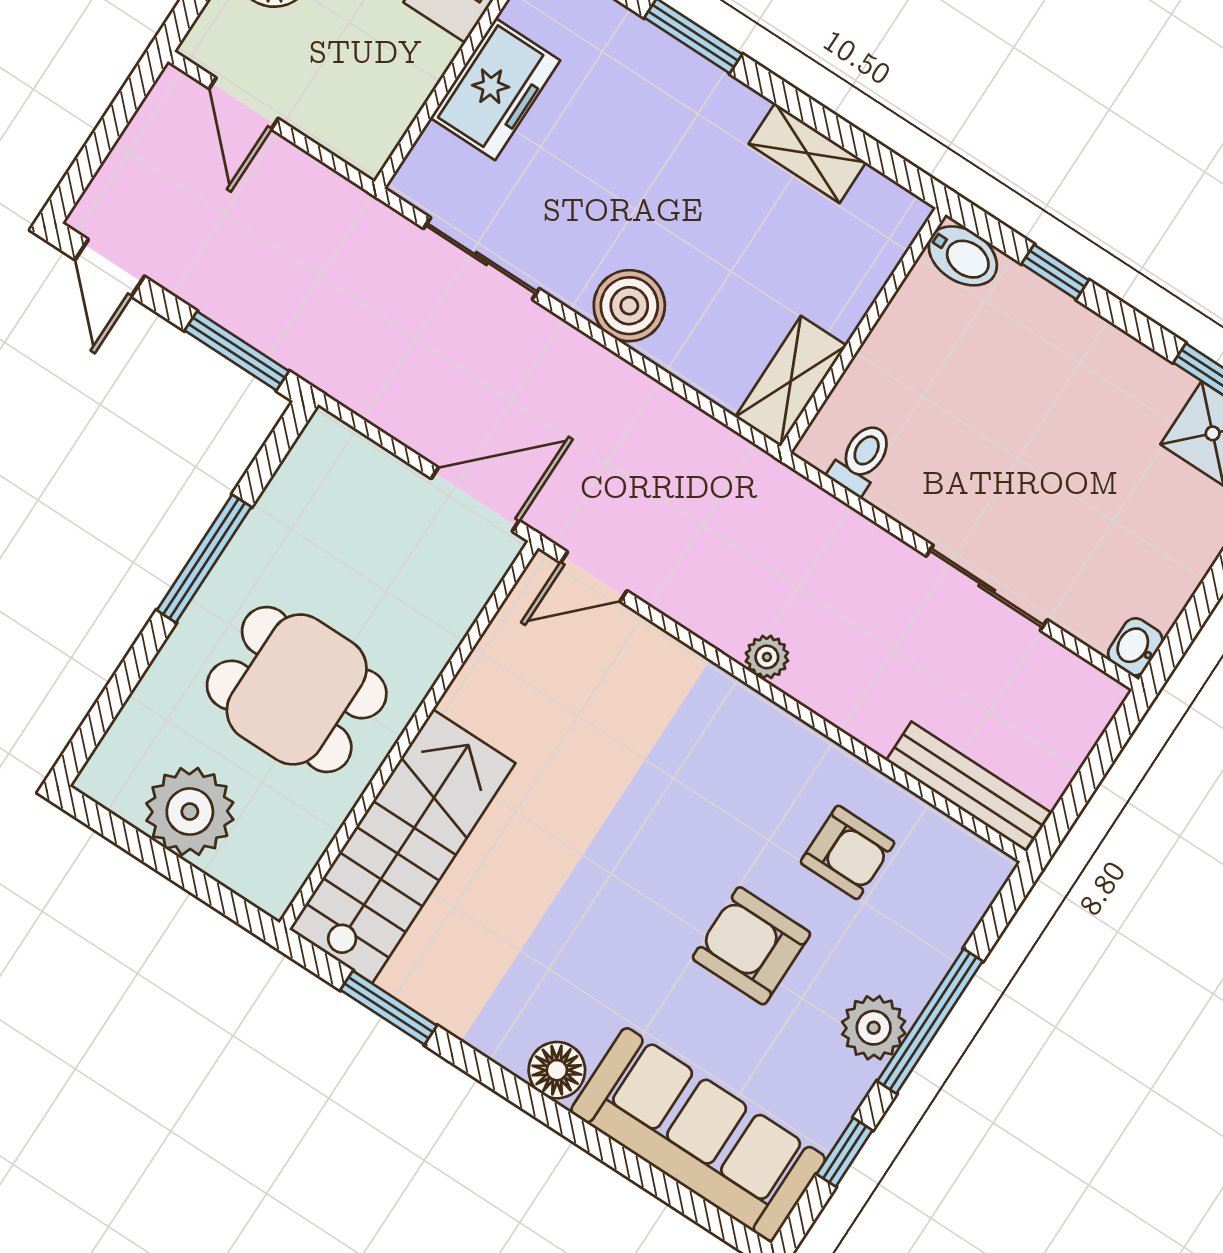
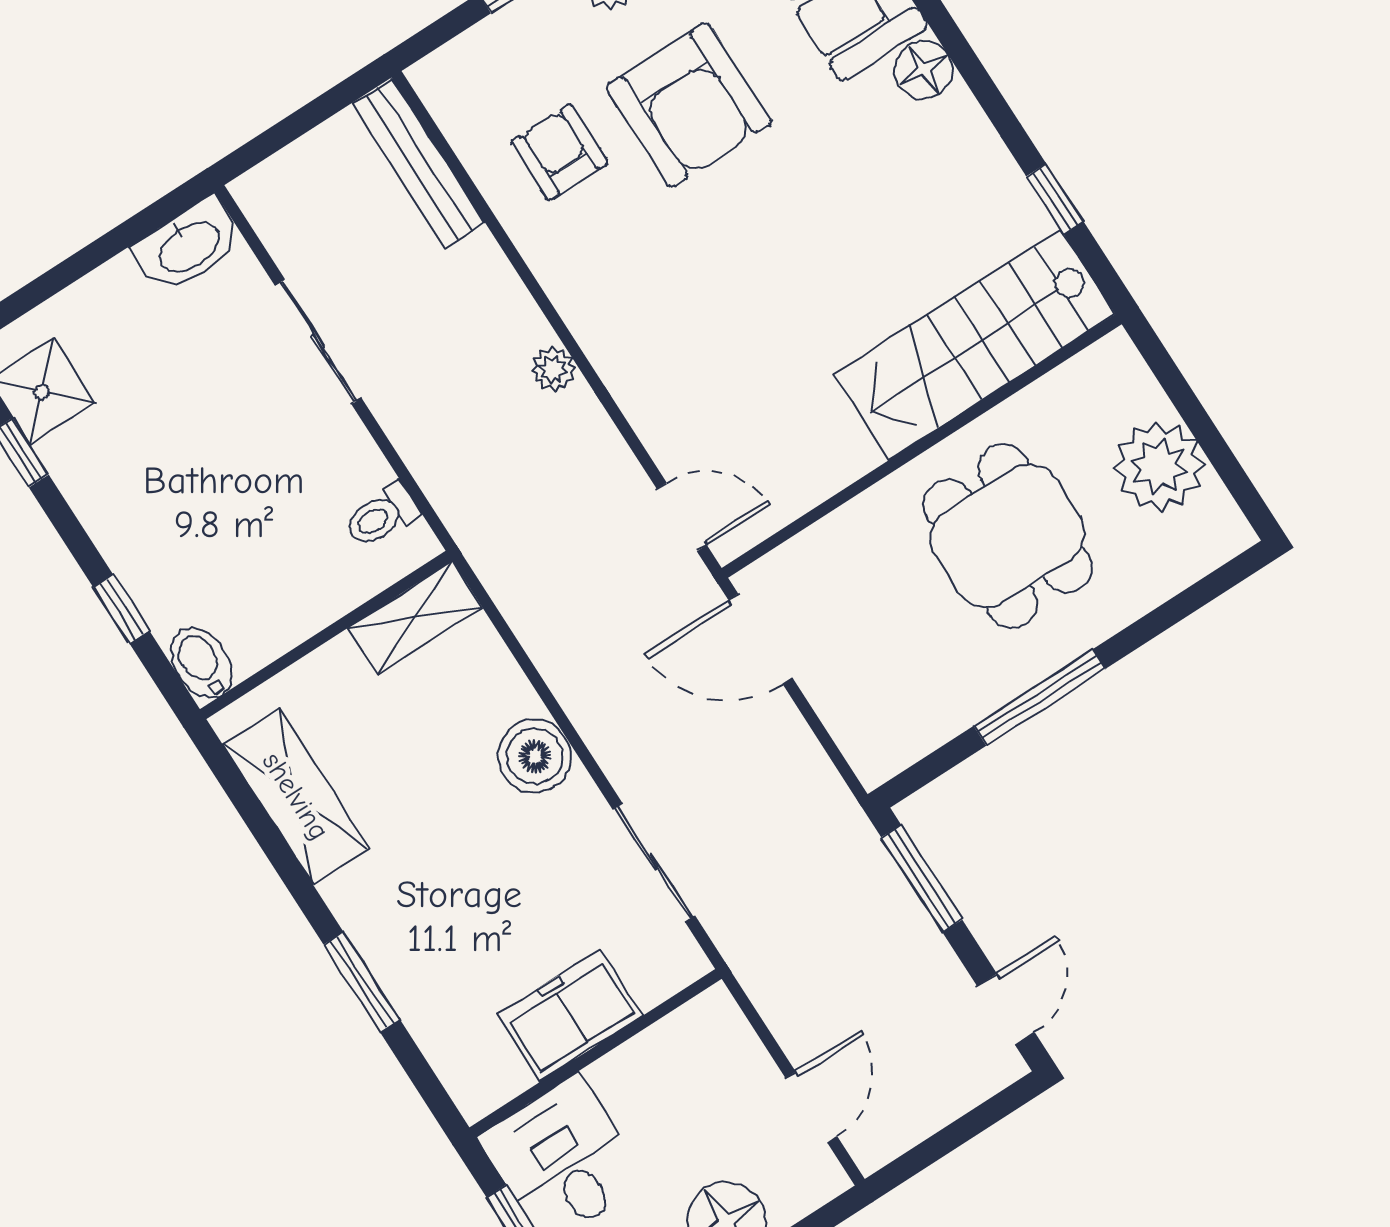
shelving: (807, 153) -> (296, 796), width x1.50, depth x1.33
washbasin: (1135, 647) -> (188, 246), width x1.91, depth x1.45
armchair: (751, 946) -> (689, 105), width x1.36, depth x1.36
window: (389, 1008) -> (1055, 199), width x0.67

